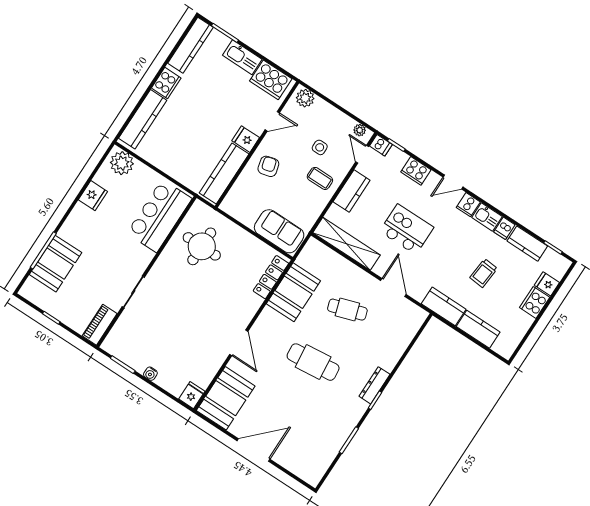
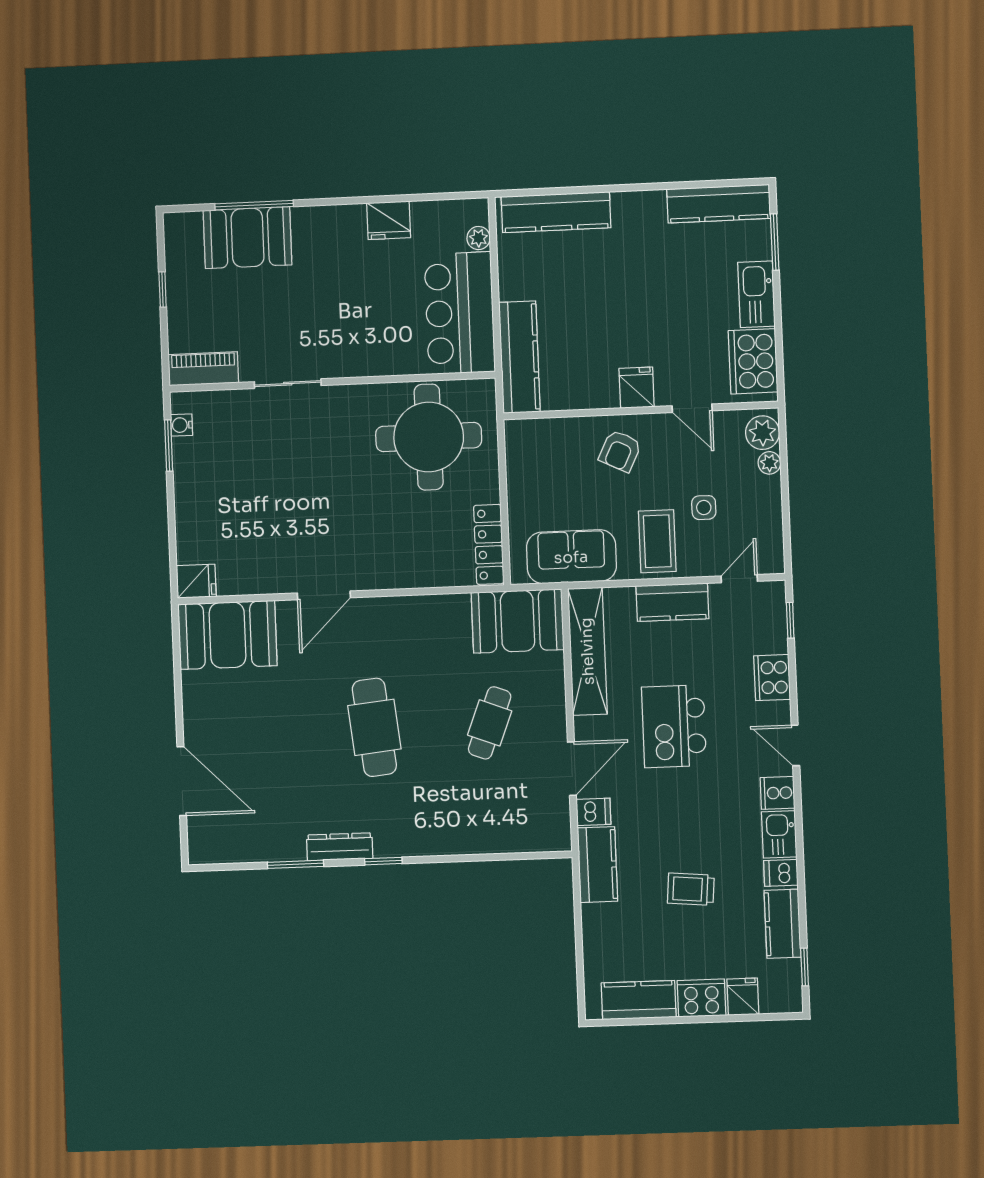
cooker: (166, 83) -> (636, 208), removed
plant: (360, 130) -> (769, 463), moved
dishwasher: (381, 145) -> (594, 812), moved, turned -90
plant: (122, 163) -> (479, 238), width x0.53, depth x0.53
armchair: (268, 166) -> (620, 451), turned 131
kitchen counter: (224, 174) -> (519, 357), moved, turned 90
coffee table: (320, 178) -> (657, 541), width x1.36, depth x1.30
bar counter: (159, 216) -> (460, 313), moved, turned -90
kitchen island: (407, 229) -> (674, 726), turned 180
sofa: (279, 231) -> (571, 557), moved, turned -90
round table: (202, 246) -> (429, 437), width x1.36, depth x1.36
locker: (271, 277) -> (489, 544), moved, turned -90
booth: (293, 292) -> (518, 621), moved
cafe table: (347, 310) -> (490, 723), turned 39
kitchen counter: (478, 329) -> (639, 1000), moved, turned -90
water cooler: (150, 374) -> (182, 425), moved
dresser: (374, 385) -> (340, 847), moved
door: (253, 450) -> (182, 781), moved

